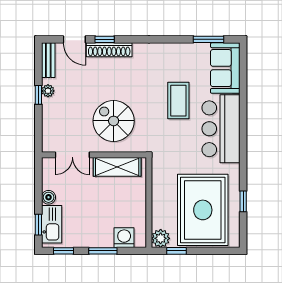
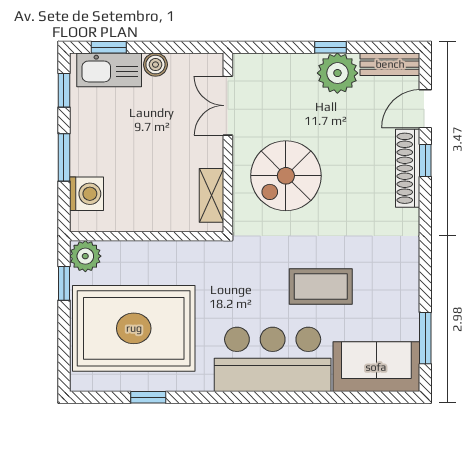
plant: (48, 91) -> (337, 73), width x1.87, depth x1.87
spiral stairs: (114, 121) -> (286, 176), turned 180
shelving: (117, 167) -> (211, 195), width x0.67, depth x0.75

